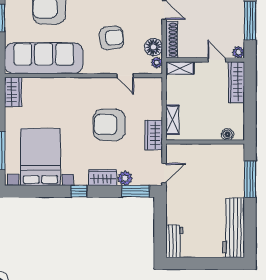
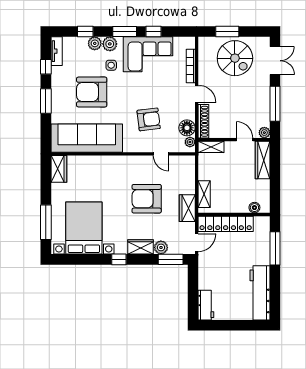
locker: (196, 152) -> (226, 224), added

